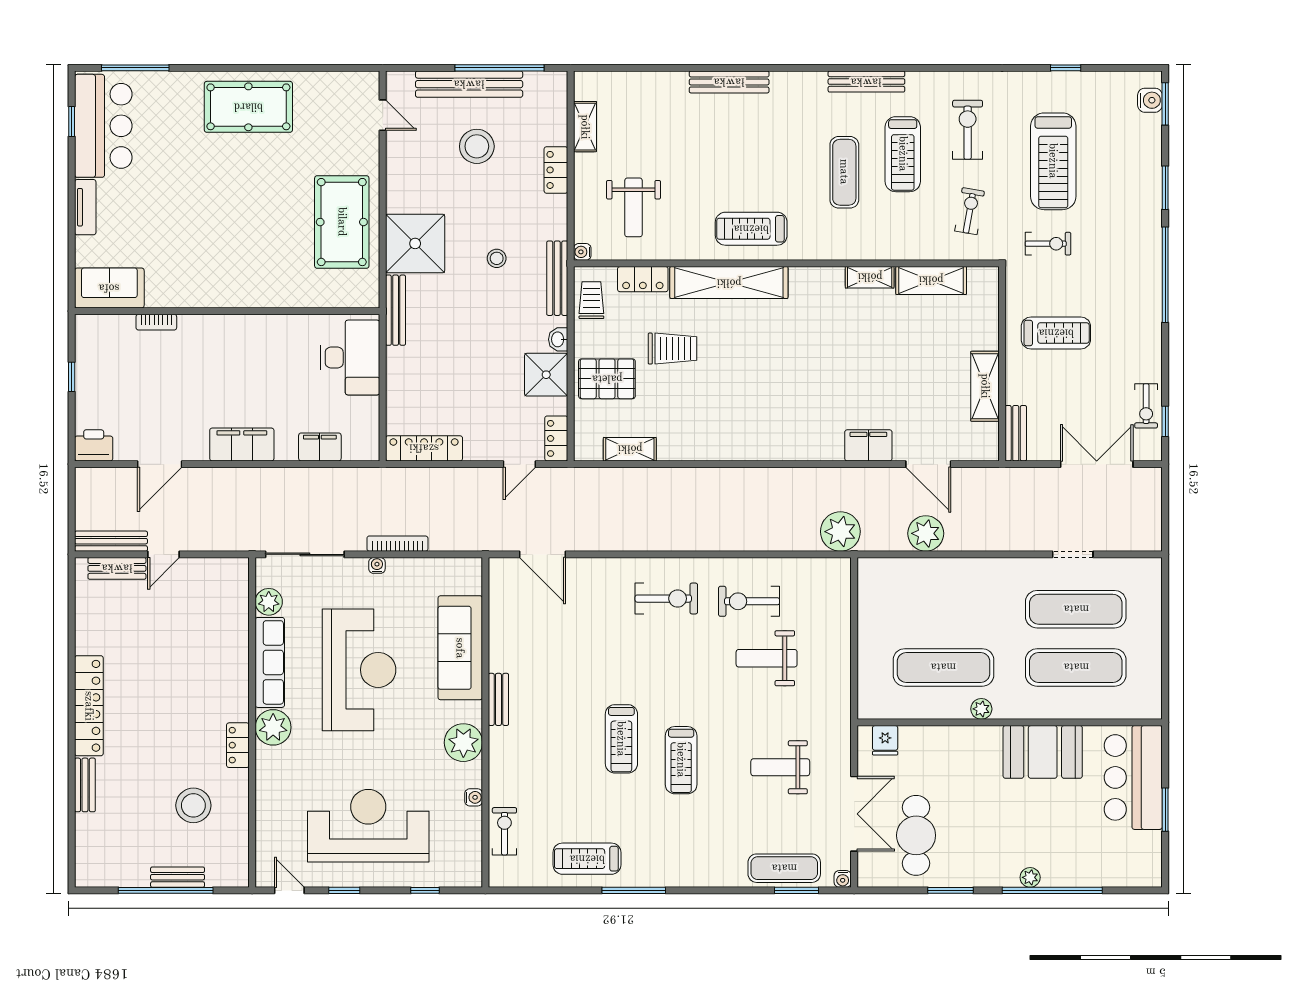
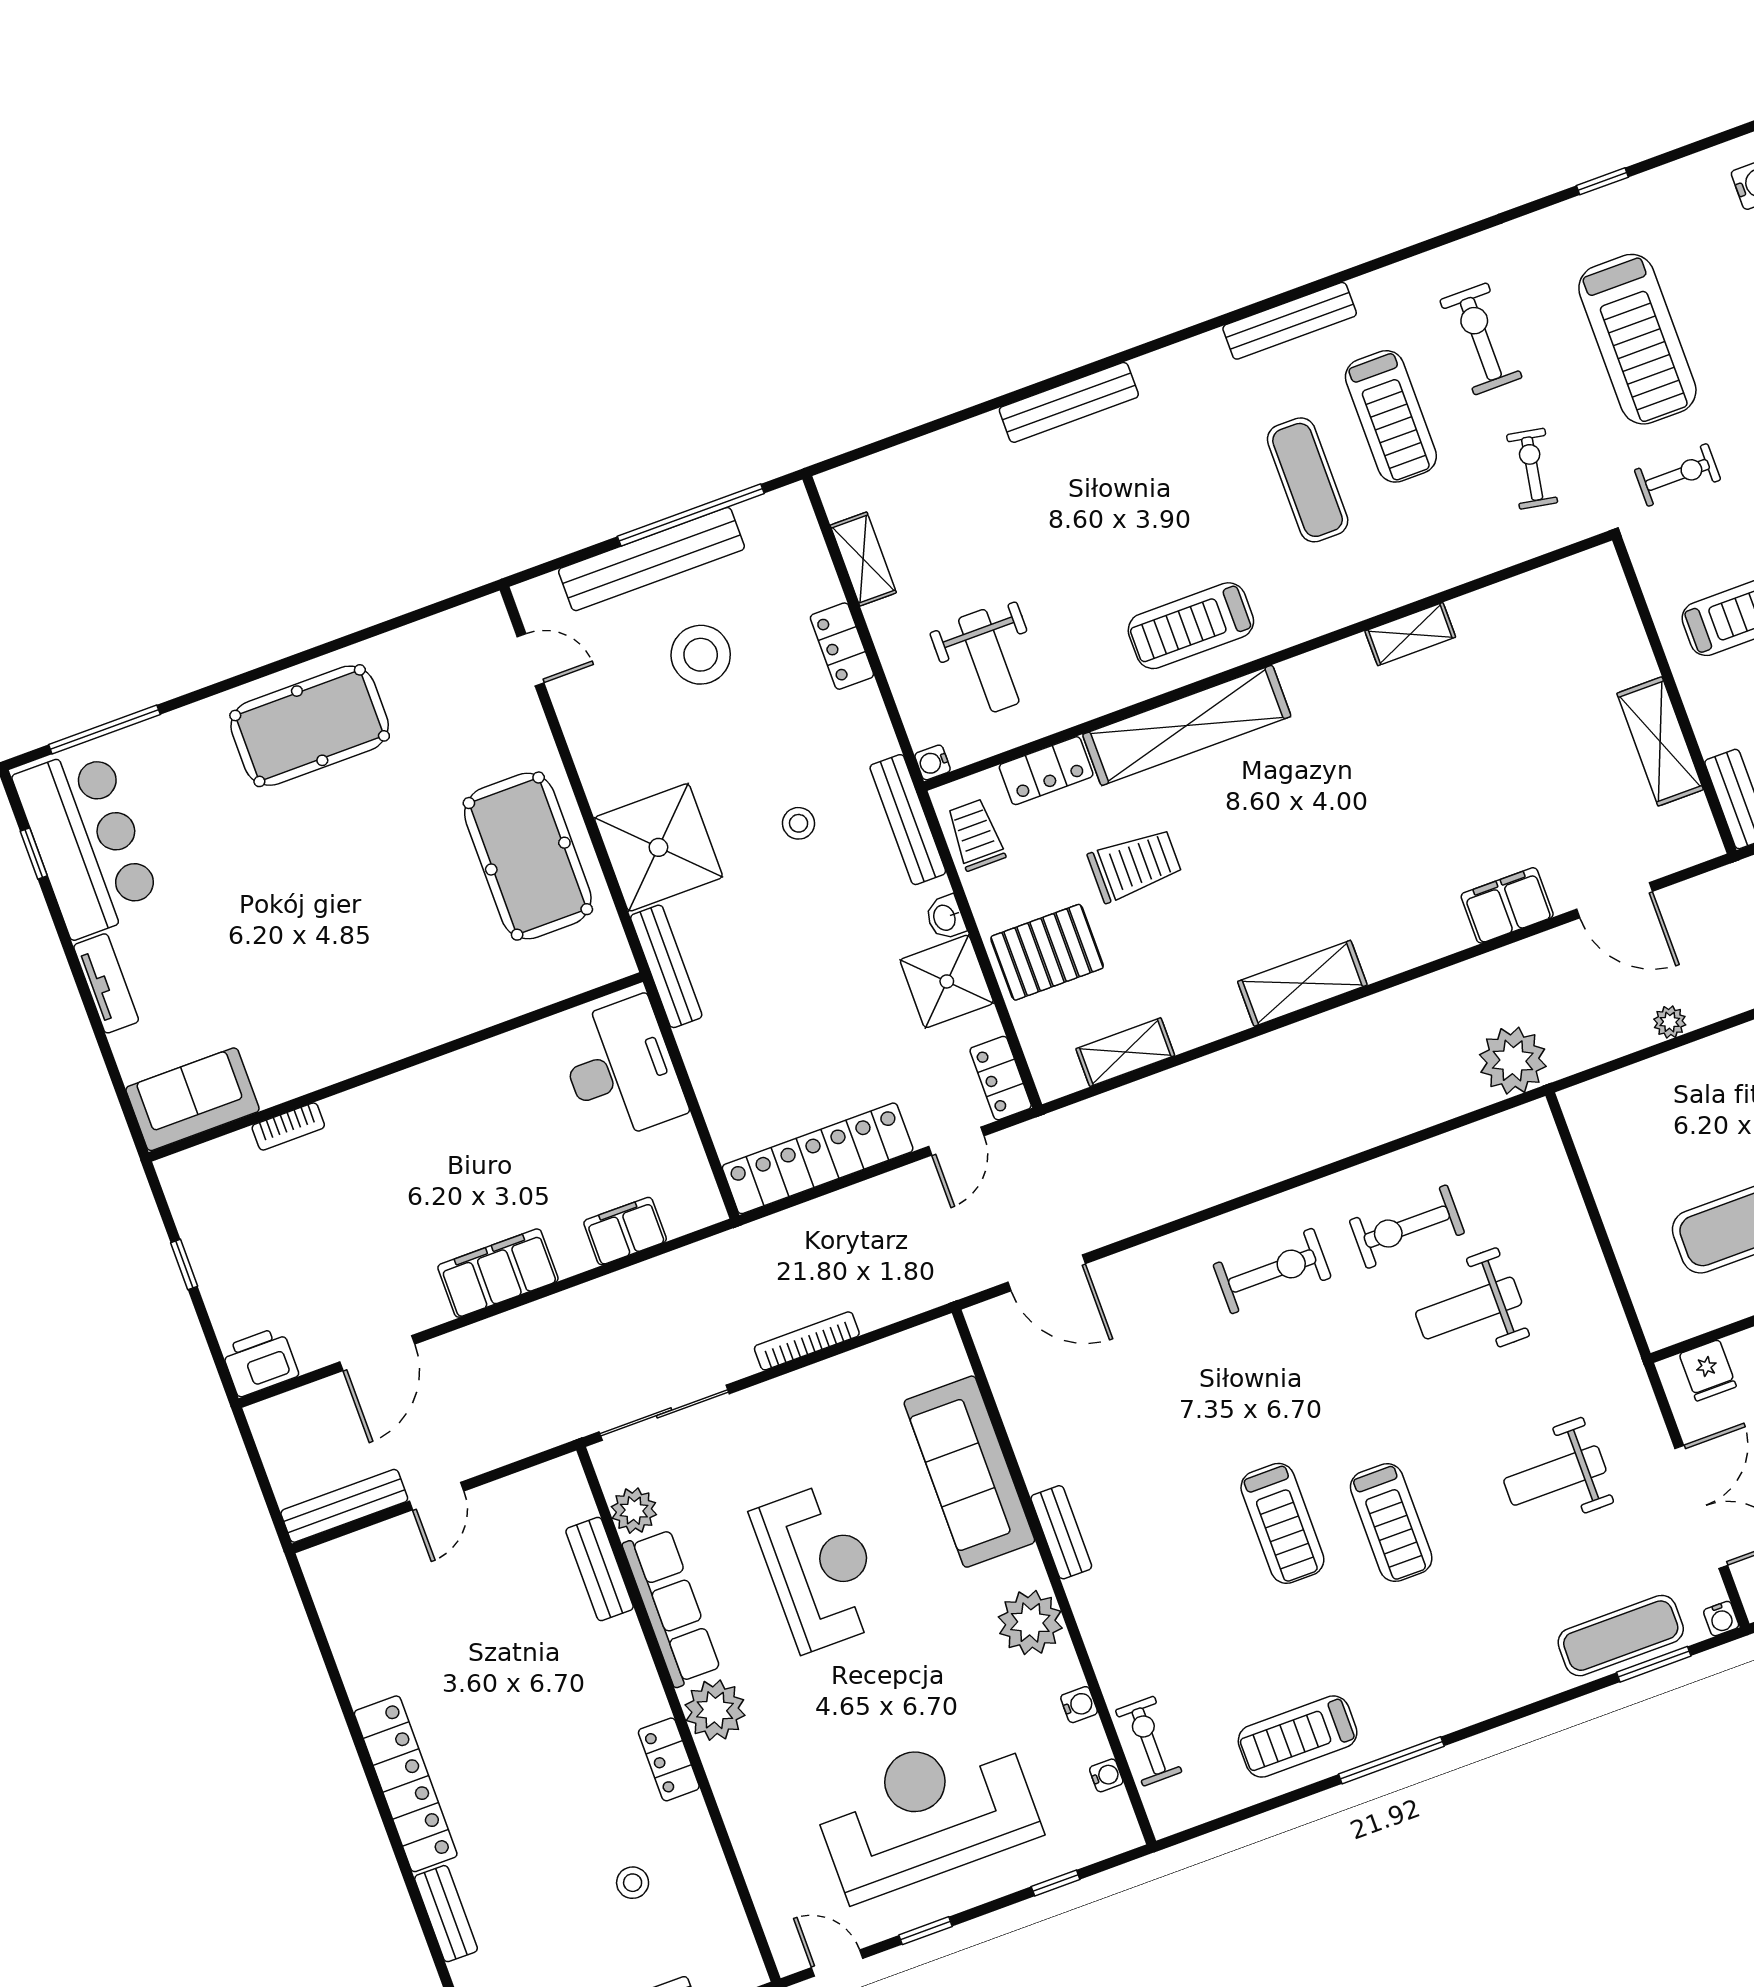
shelving: (931, 280) -> (1302, 983), moved
locker: (424, 448) -> (818, 1158), width x1.41, depth x1.21
plant: (926, 533) -> (1670, 1022), width x0.53, depth x0.53
water cooler: (377, 565) -> (1106, 1775), moved, turned 90
bench: (117, 568) -> (600, 1569), moved, turned 90
reception desk: (359, 670) -> (820, 1567), width x0.74, depth x0.77
stool: (193, 805) -> (633, 1883), width x0.53, depth x0.53

